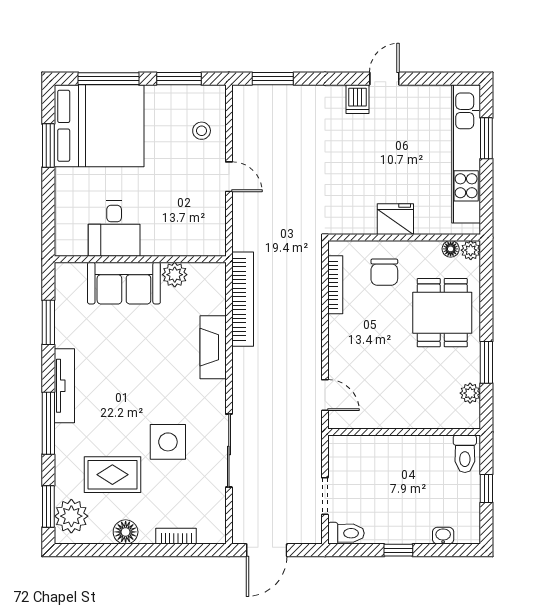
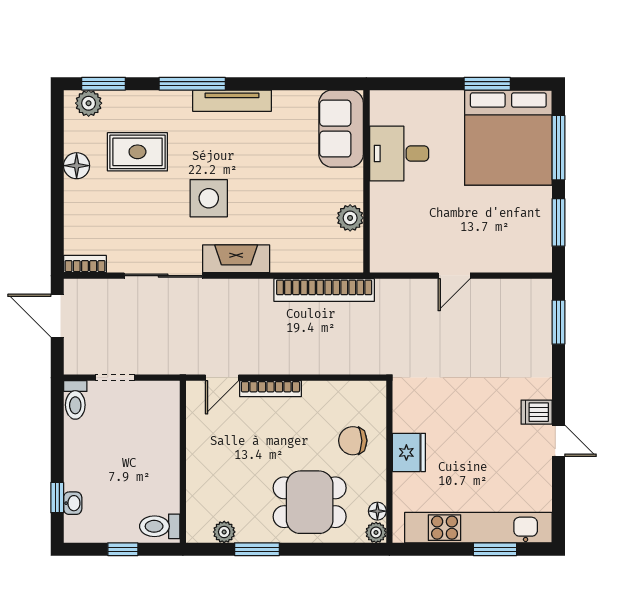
stool: (202, 131) -> (503, 246), removed
sofa: (124, 283) -> (341, 129), moved
bookcase: (335, 285) -> (270, 389), moved
window: (48, 322) -> (299, 84), removed
fireplace: (213, 347) -> (236, 259), moved
side table: (168, 442) -> (209, 198), moved
rug: (112, 475) -> (137, 152), turned 90
plant: (71, 516) -> (89, 103), width x0.73, depth x0.73
bookcase: (176, 536) -> (85, 264), moved, turned -90
window: (398, 550) -> (57, 498), moved

